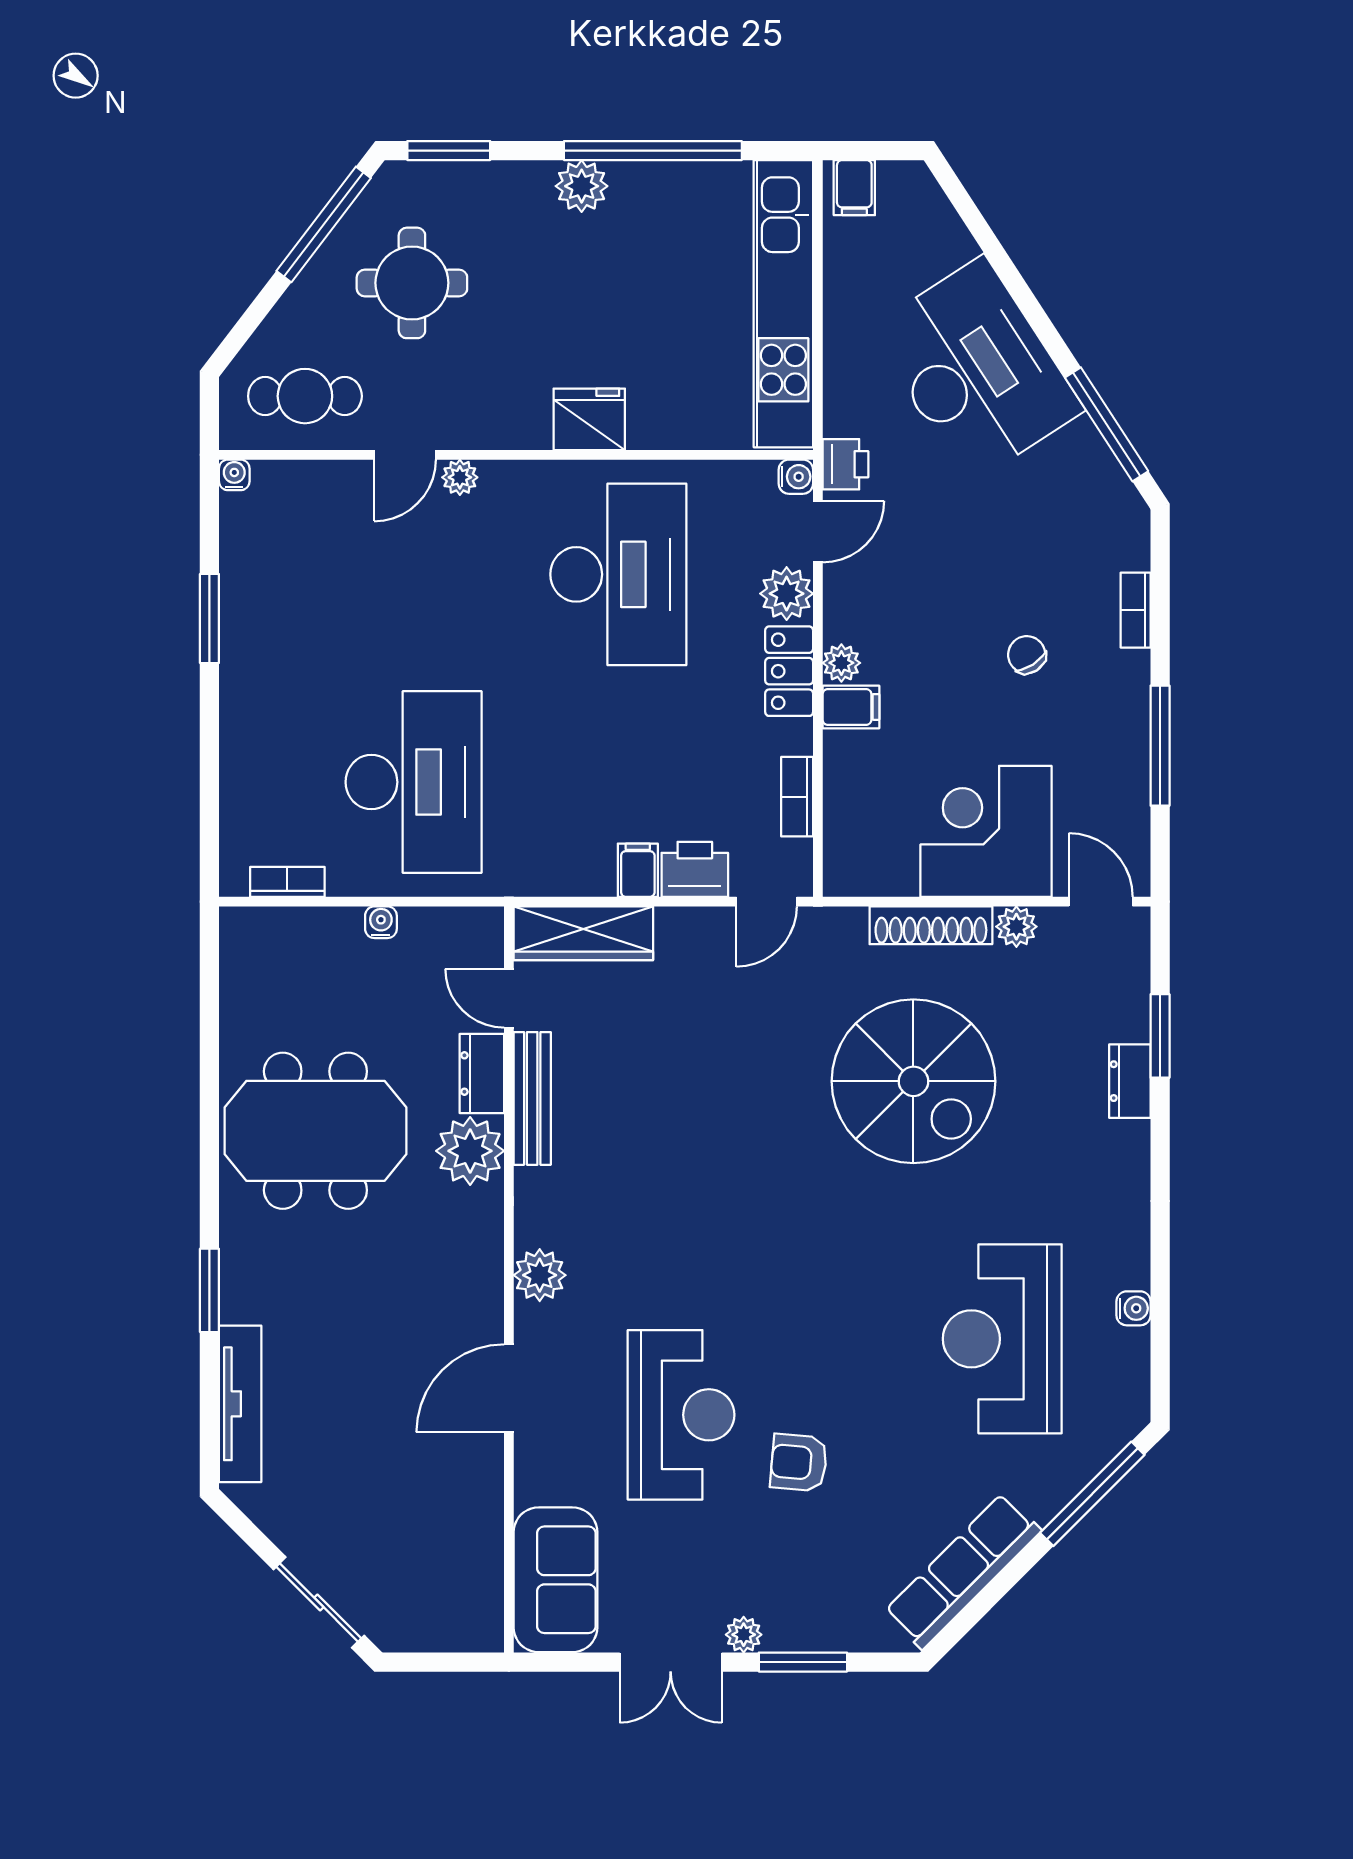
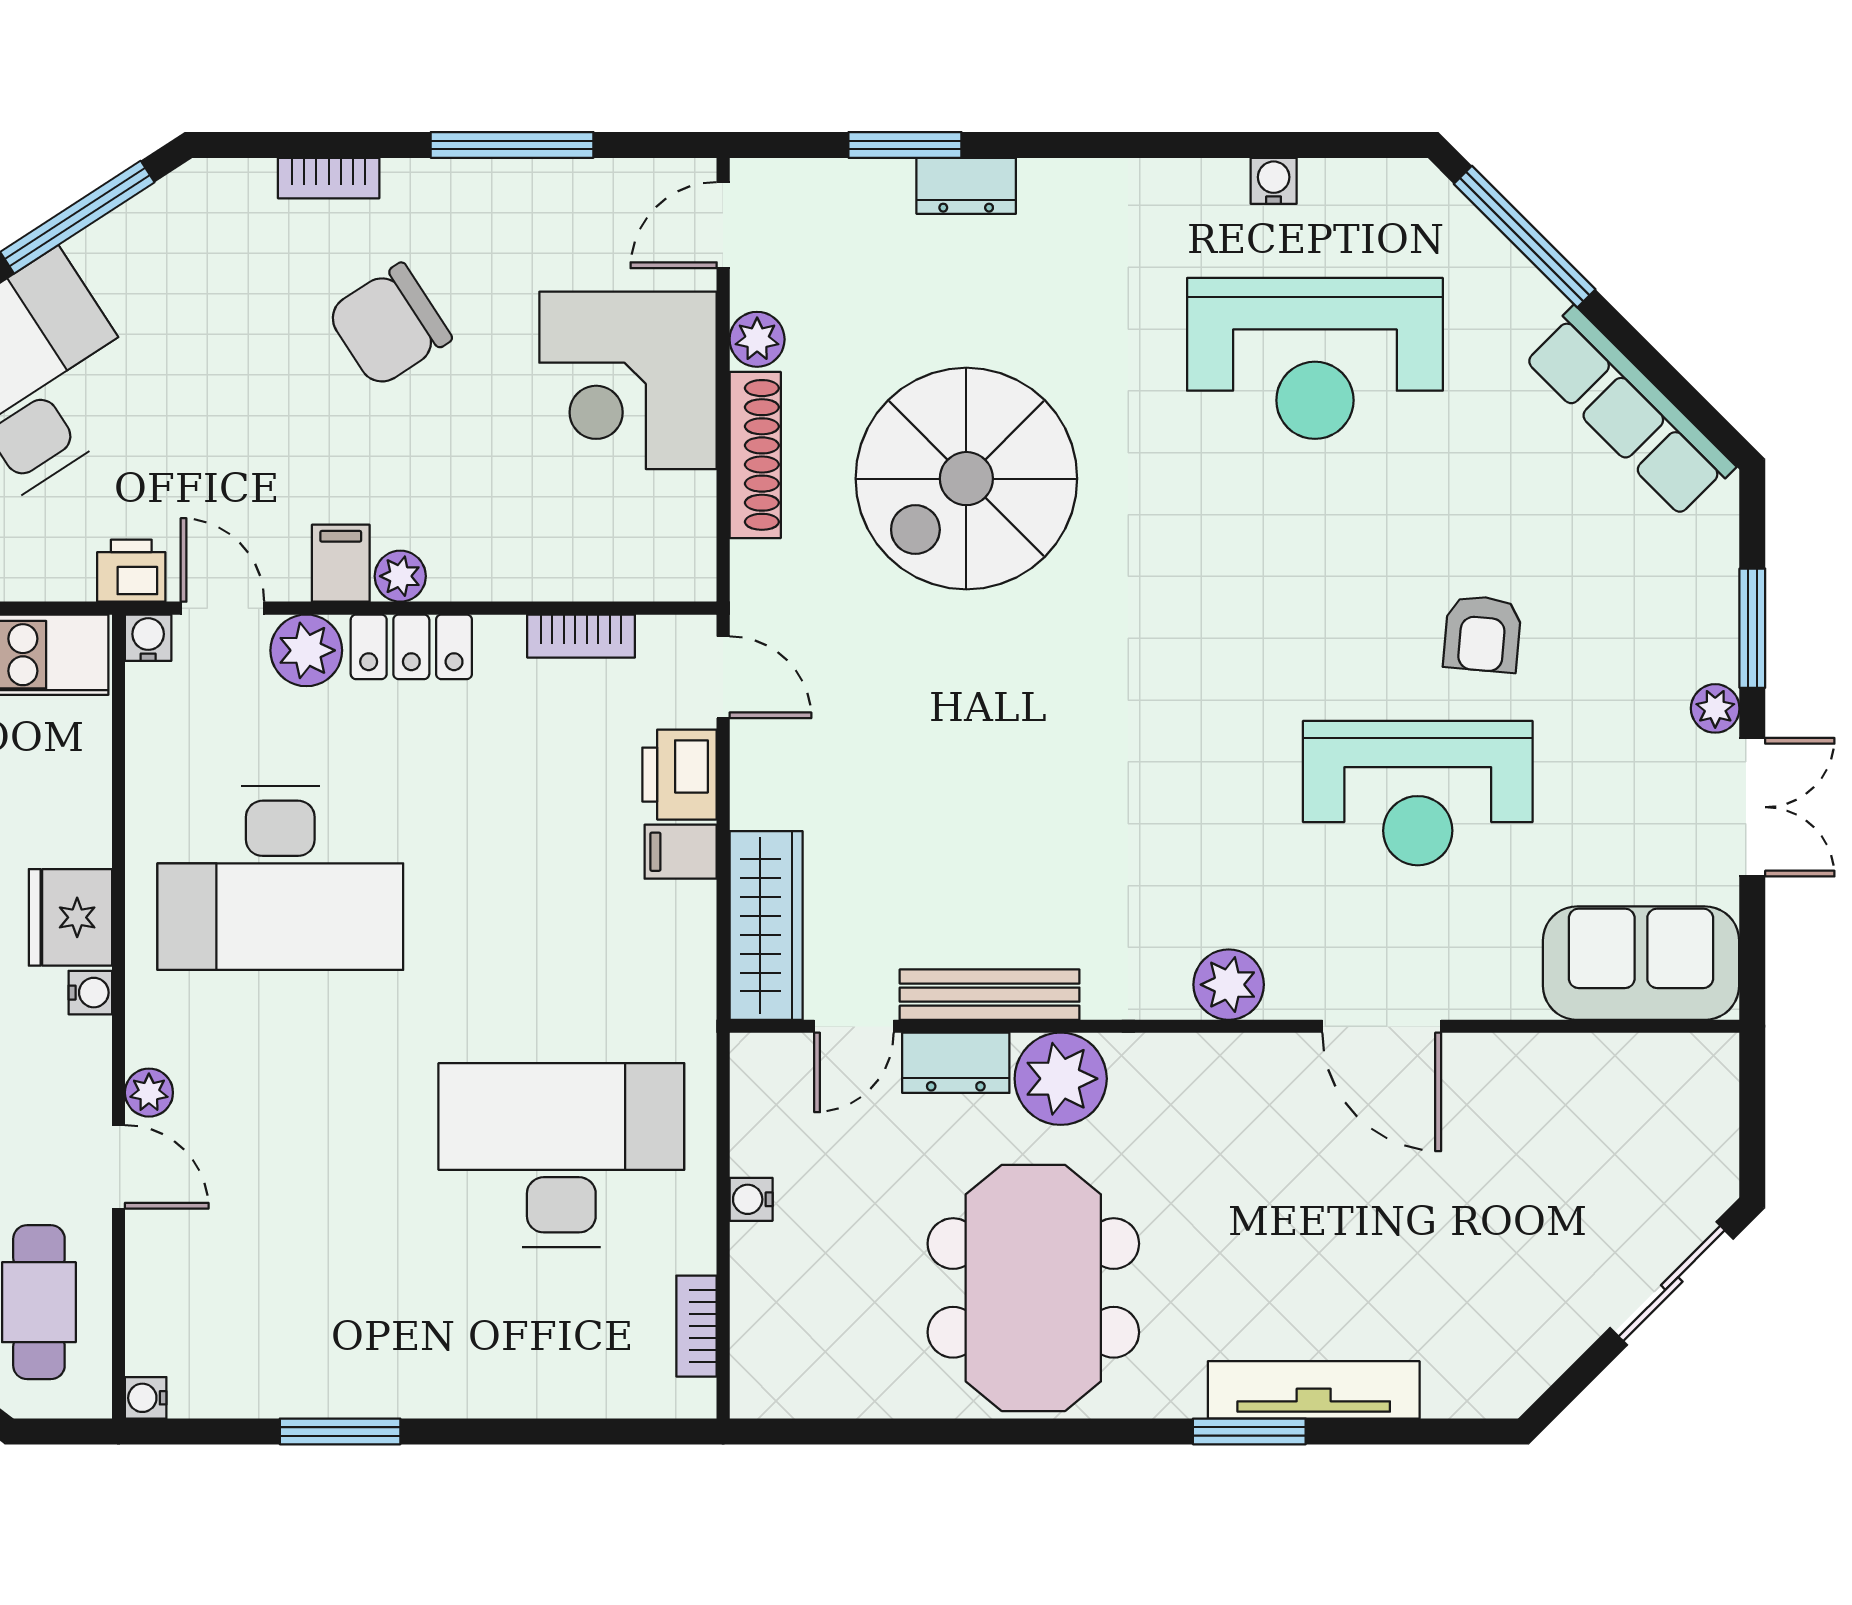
water cooler: (534, 434) -> (90, 993), added
desk: (618, 574) -> (280, 878), turned 180
chair: (1027, 655) -> (389, 325), width x1.87, depth x1.87
filing cabinet: (851, 707) -> (341, 563), moved
spiral stairs: (913, 1081) -> (966, 479), turned 180
tv unit: (240, 1404) -> (1314, 1390), moved
reception desk: (681, 1415) -> (1418, 793), turned 180

